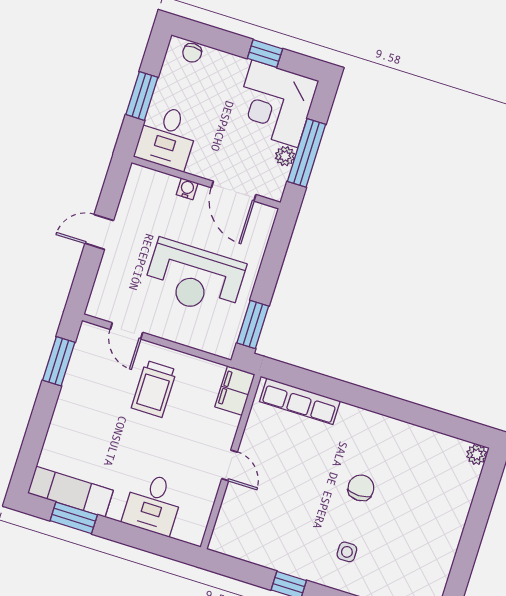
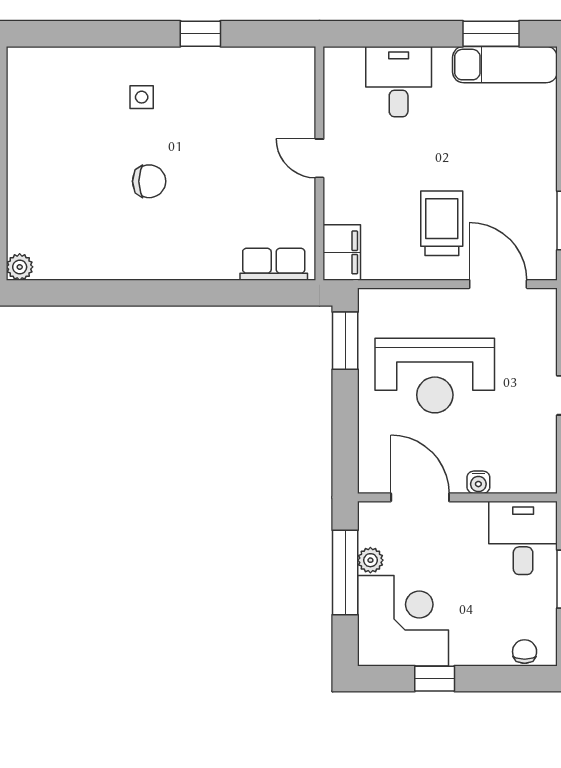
reception desk: (195, 278) -> (435, 375), turned 180
door: (126, 331) -> (498, 284), width x1.38
row of seats: (300, 401) -> (274, 264), width x0.68
chair: (361, 488) -> (149, 181), turned -90

